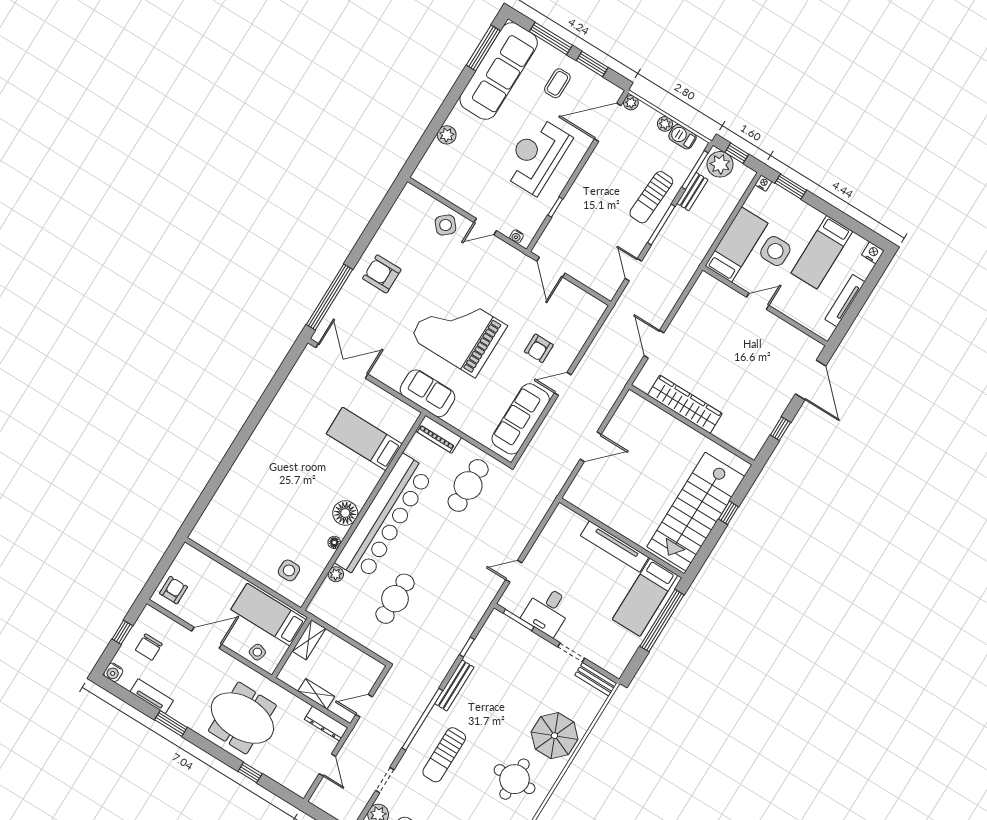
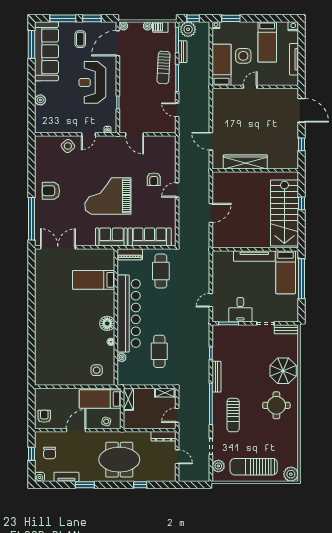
sofa: (521, 419) -> (150, 237), moved, turned 90
shelving: (316, 694) -> (165, 393), moved

